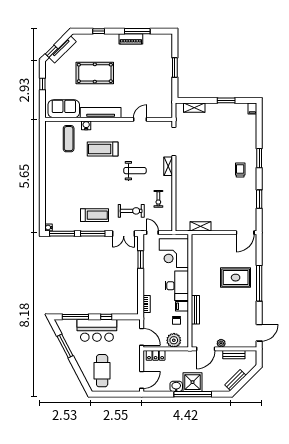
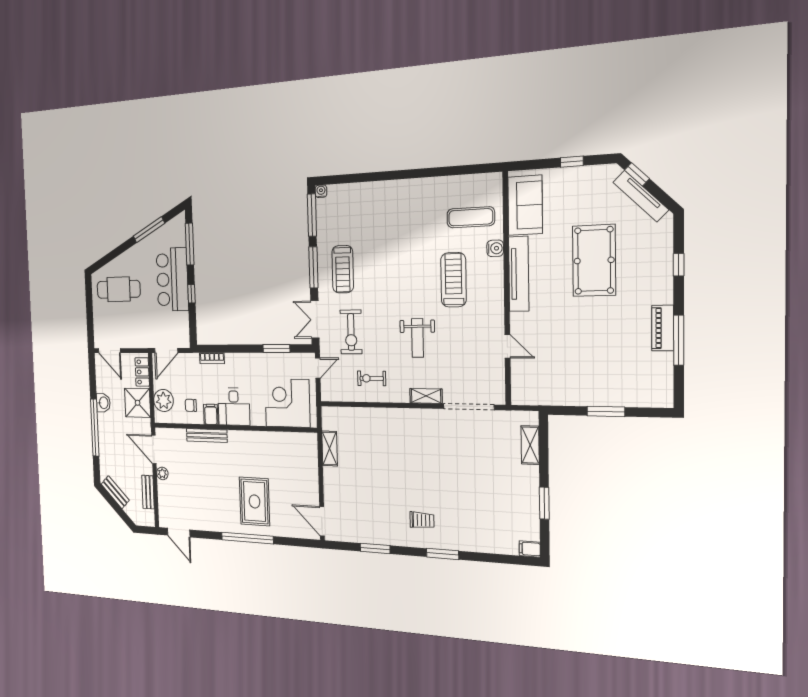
desk: (177, 286) -> (234, 407), width x0.73
shower: (193, 382) -> (138, 403), moved

